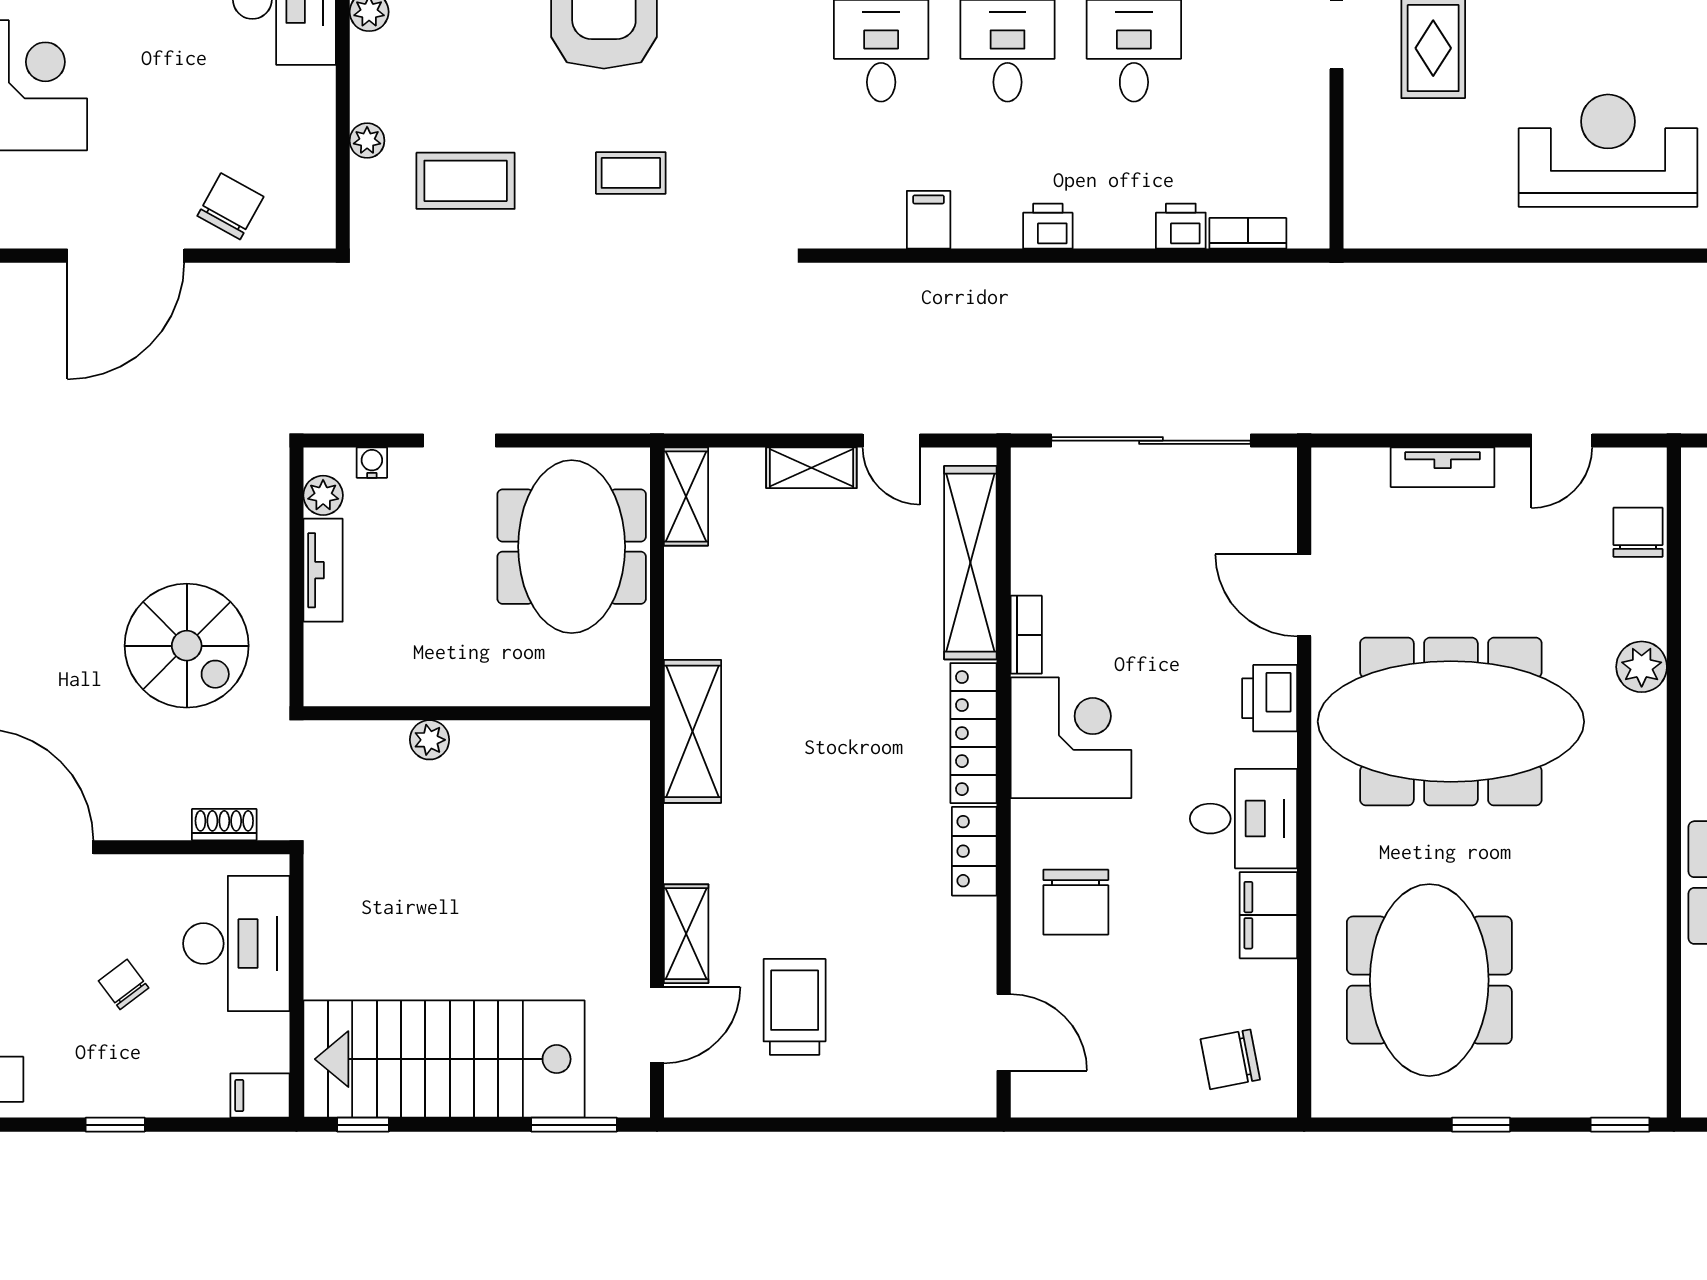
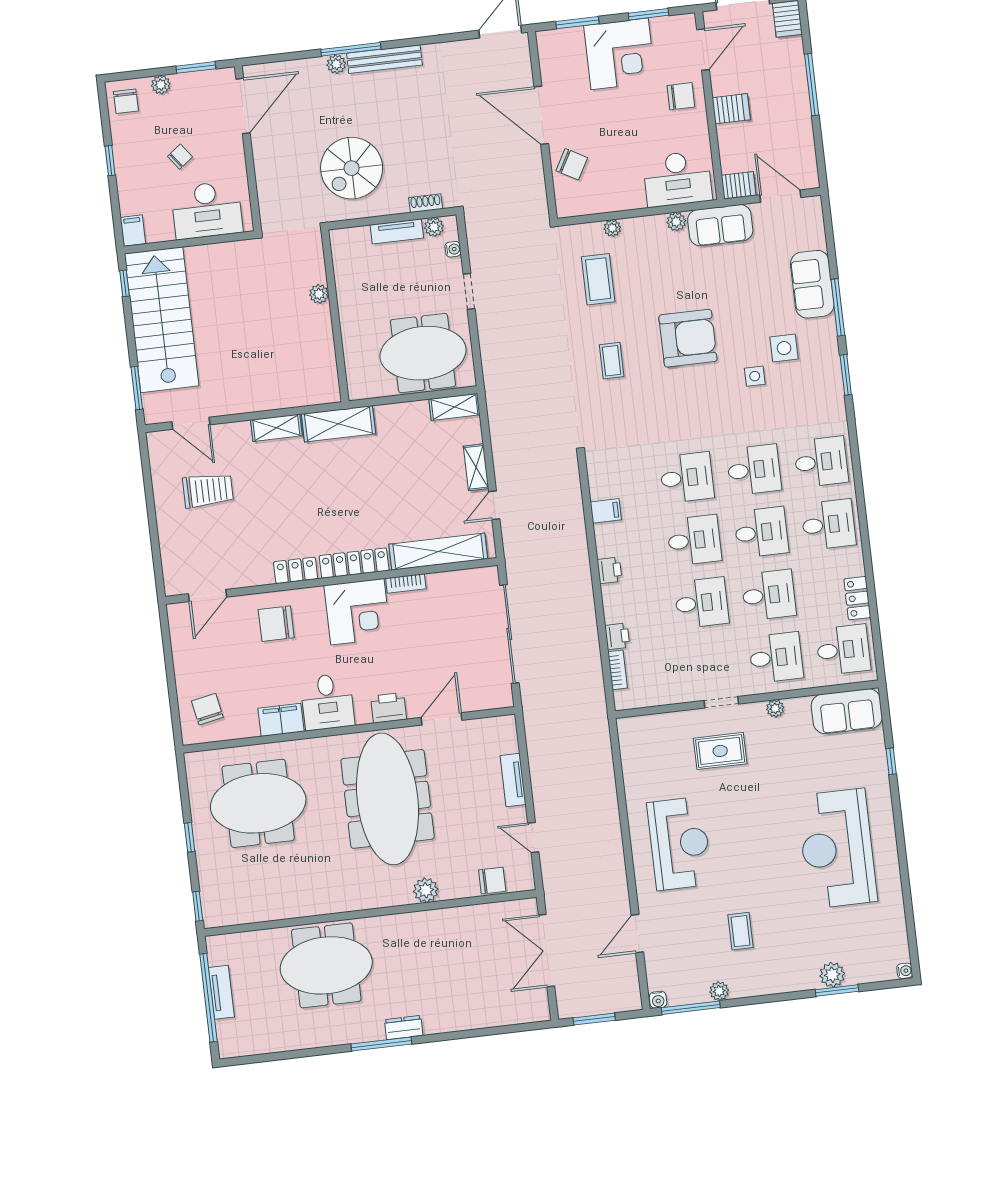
shoe rack: (224, 825) -> (426, 203), moved, turned -90
shelving: (686, 934) -> (276, 428), moved

